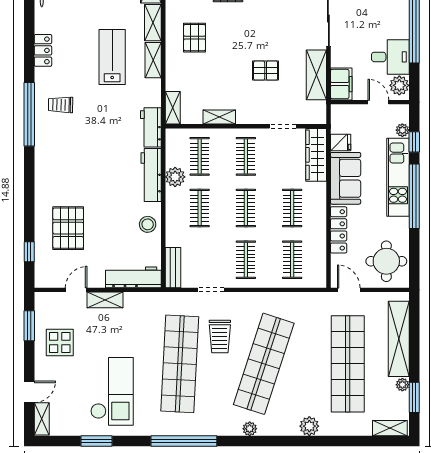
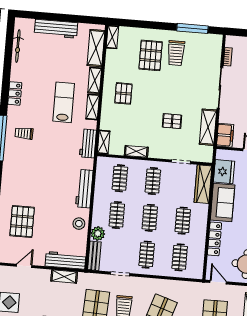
workbench: (151, 127) -> (88, 143), moved
fridge: (341, 142) -> (224, 172), width x1.88, depth x1.34
plant: (175, 177) -> (98, 233), moved
shelving: (105, 300) -> (64, 276), moved

